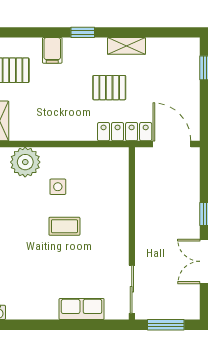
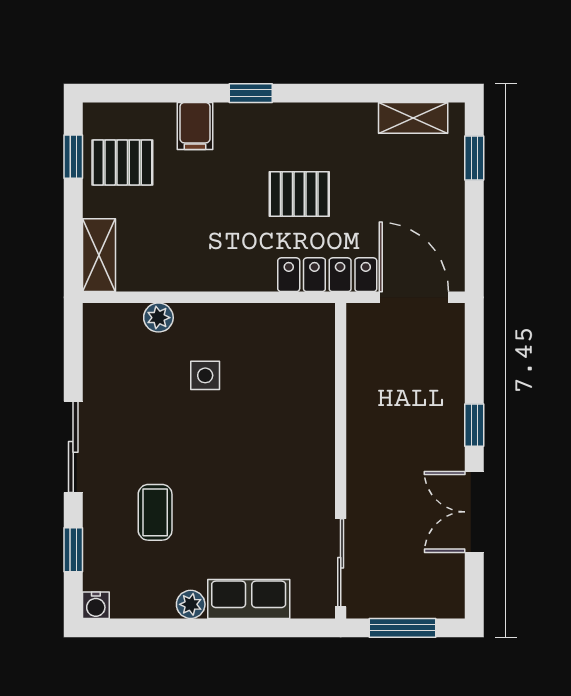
shelving: (126, 46) -> (413, 118), moved
plant: (25, 162) -> (158, 318), width x0.53, depth x0.53
coffee table: (64, 226) -> (155, 512), moved, turned 90
plant: (50, 312) -> (191, 604), added

